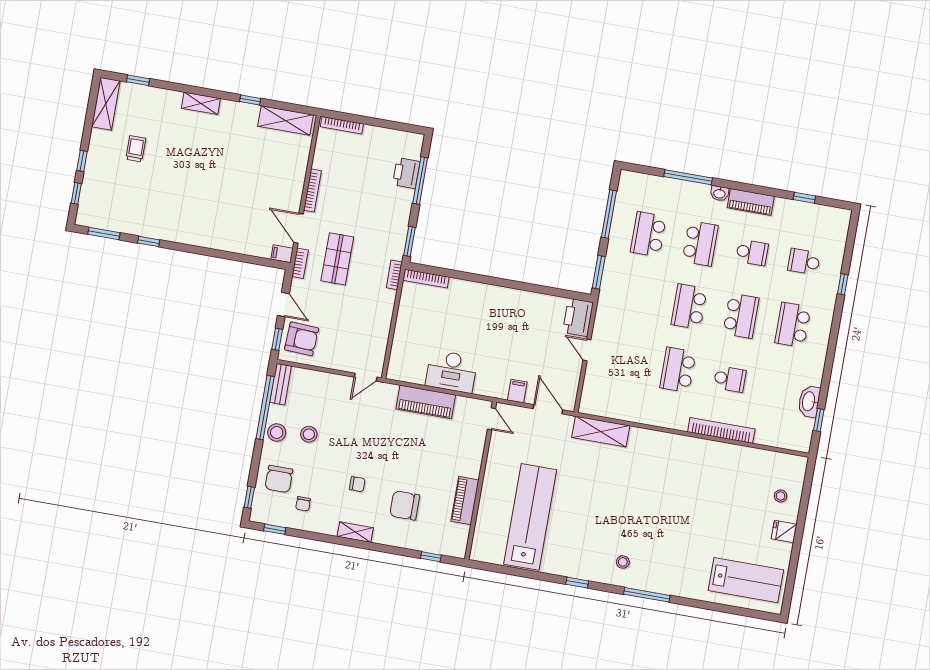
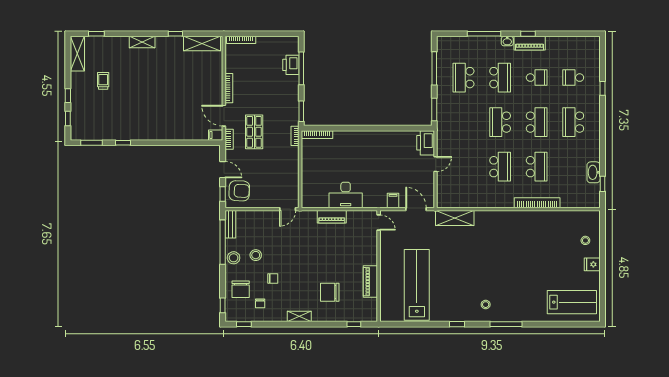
window: (804, 198) -> (528, 34), moved
door: (587, 350) -> (436, 164), swing flipped
school desk: (678, 370) -> (500, 167), turned 180
school desk: (730, 379) -> (537, 167), width x1.85
piano: (426, 402) -> (332, 217), width x0.73, depth x0.75
chair: (357, 484) -> (273, 279), moved

